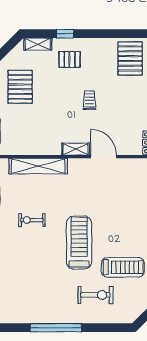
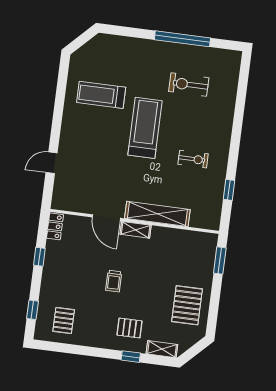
pallet: (130, 59) -> (64, 320), width x0.67, depth x0.71
shelving: (38, 166) -> (157, 214), moved
treadmill: (79, 243) -> (145, 128), turned 180
exercise bike: (95, 295) -> (189, 85), moved

